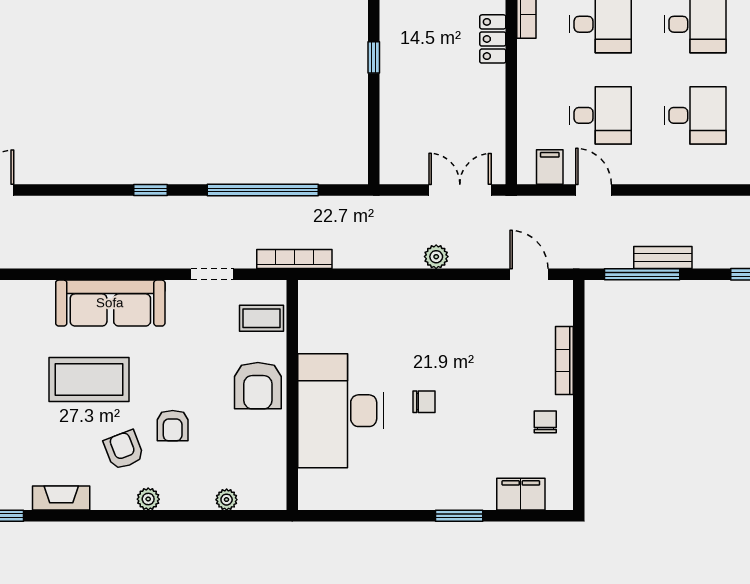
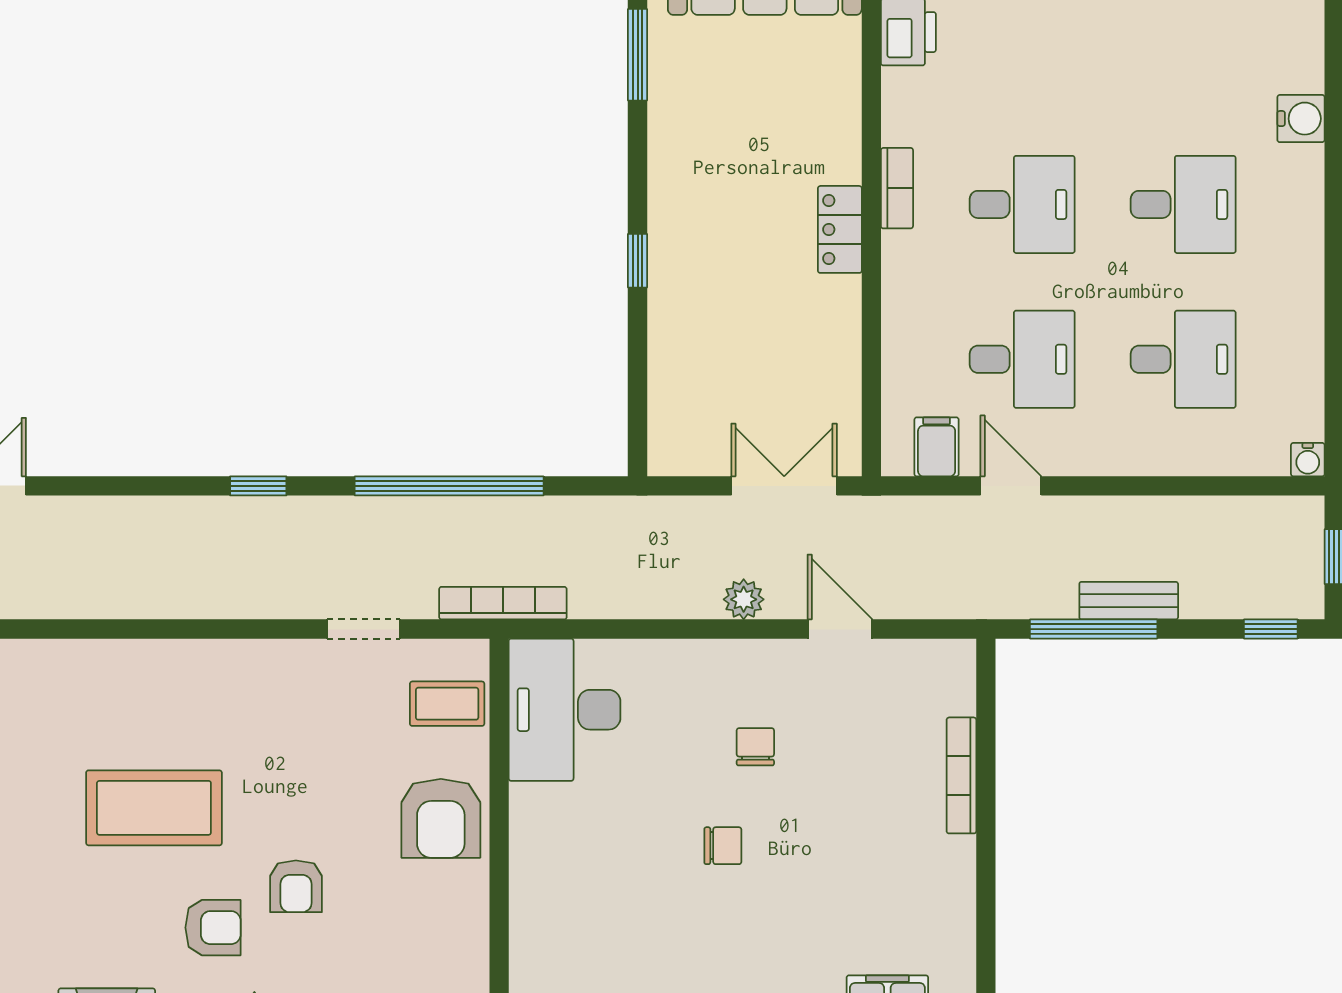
door: (529, 274) -> (840, 629), moved
sofa: (110, 303) -> (190, 678), removed
desk: (341, 411) -> (565, 710), moved, width x0.73, depth x0.77
chair: (545, 422) -> (755, 747), moved
armchair: (124, 450) -> (213, 928), turned 111

